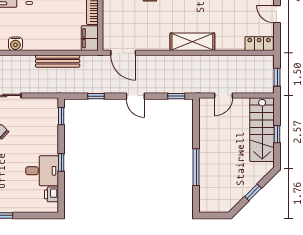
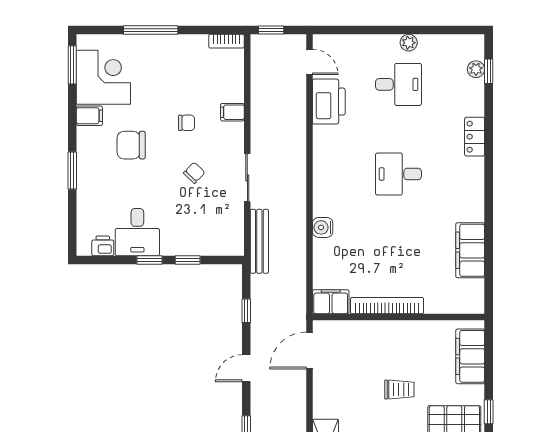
water cooler: (15, 44) -> (323, 227), moved
bench: (58, 61) -> (259, 241), moved
window: (61, 116) -> (188, 260), moved

